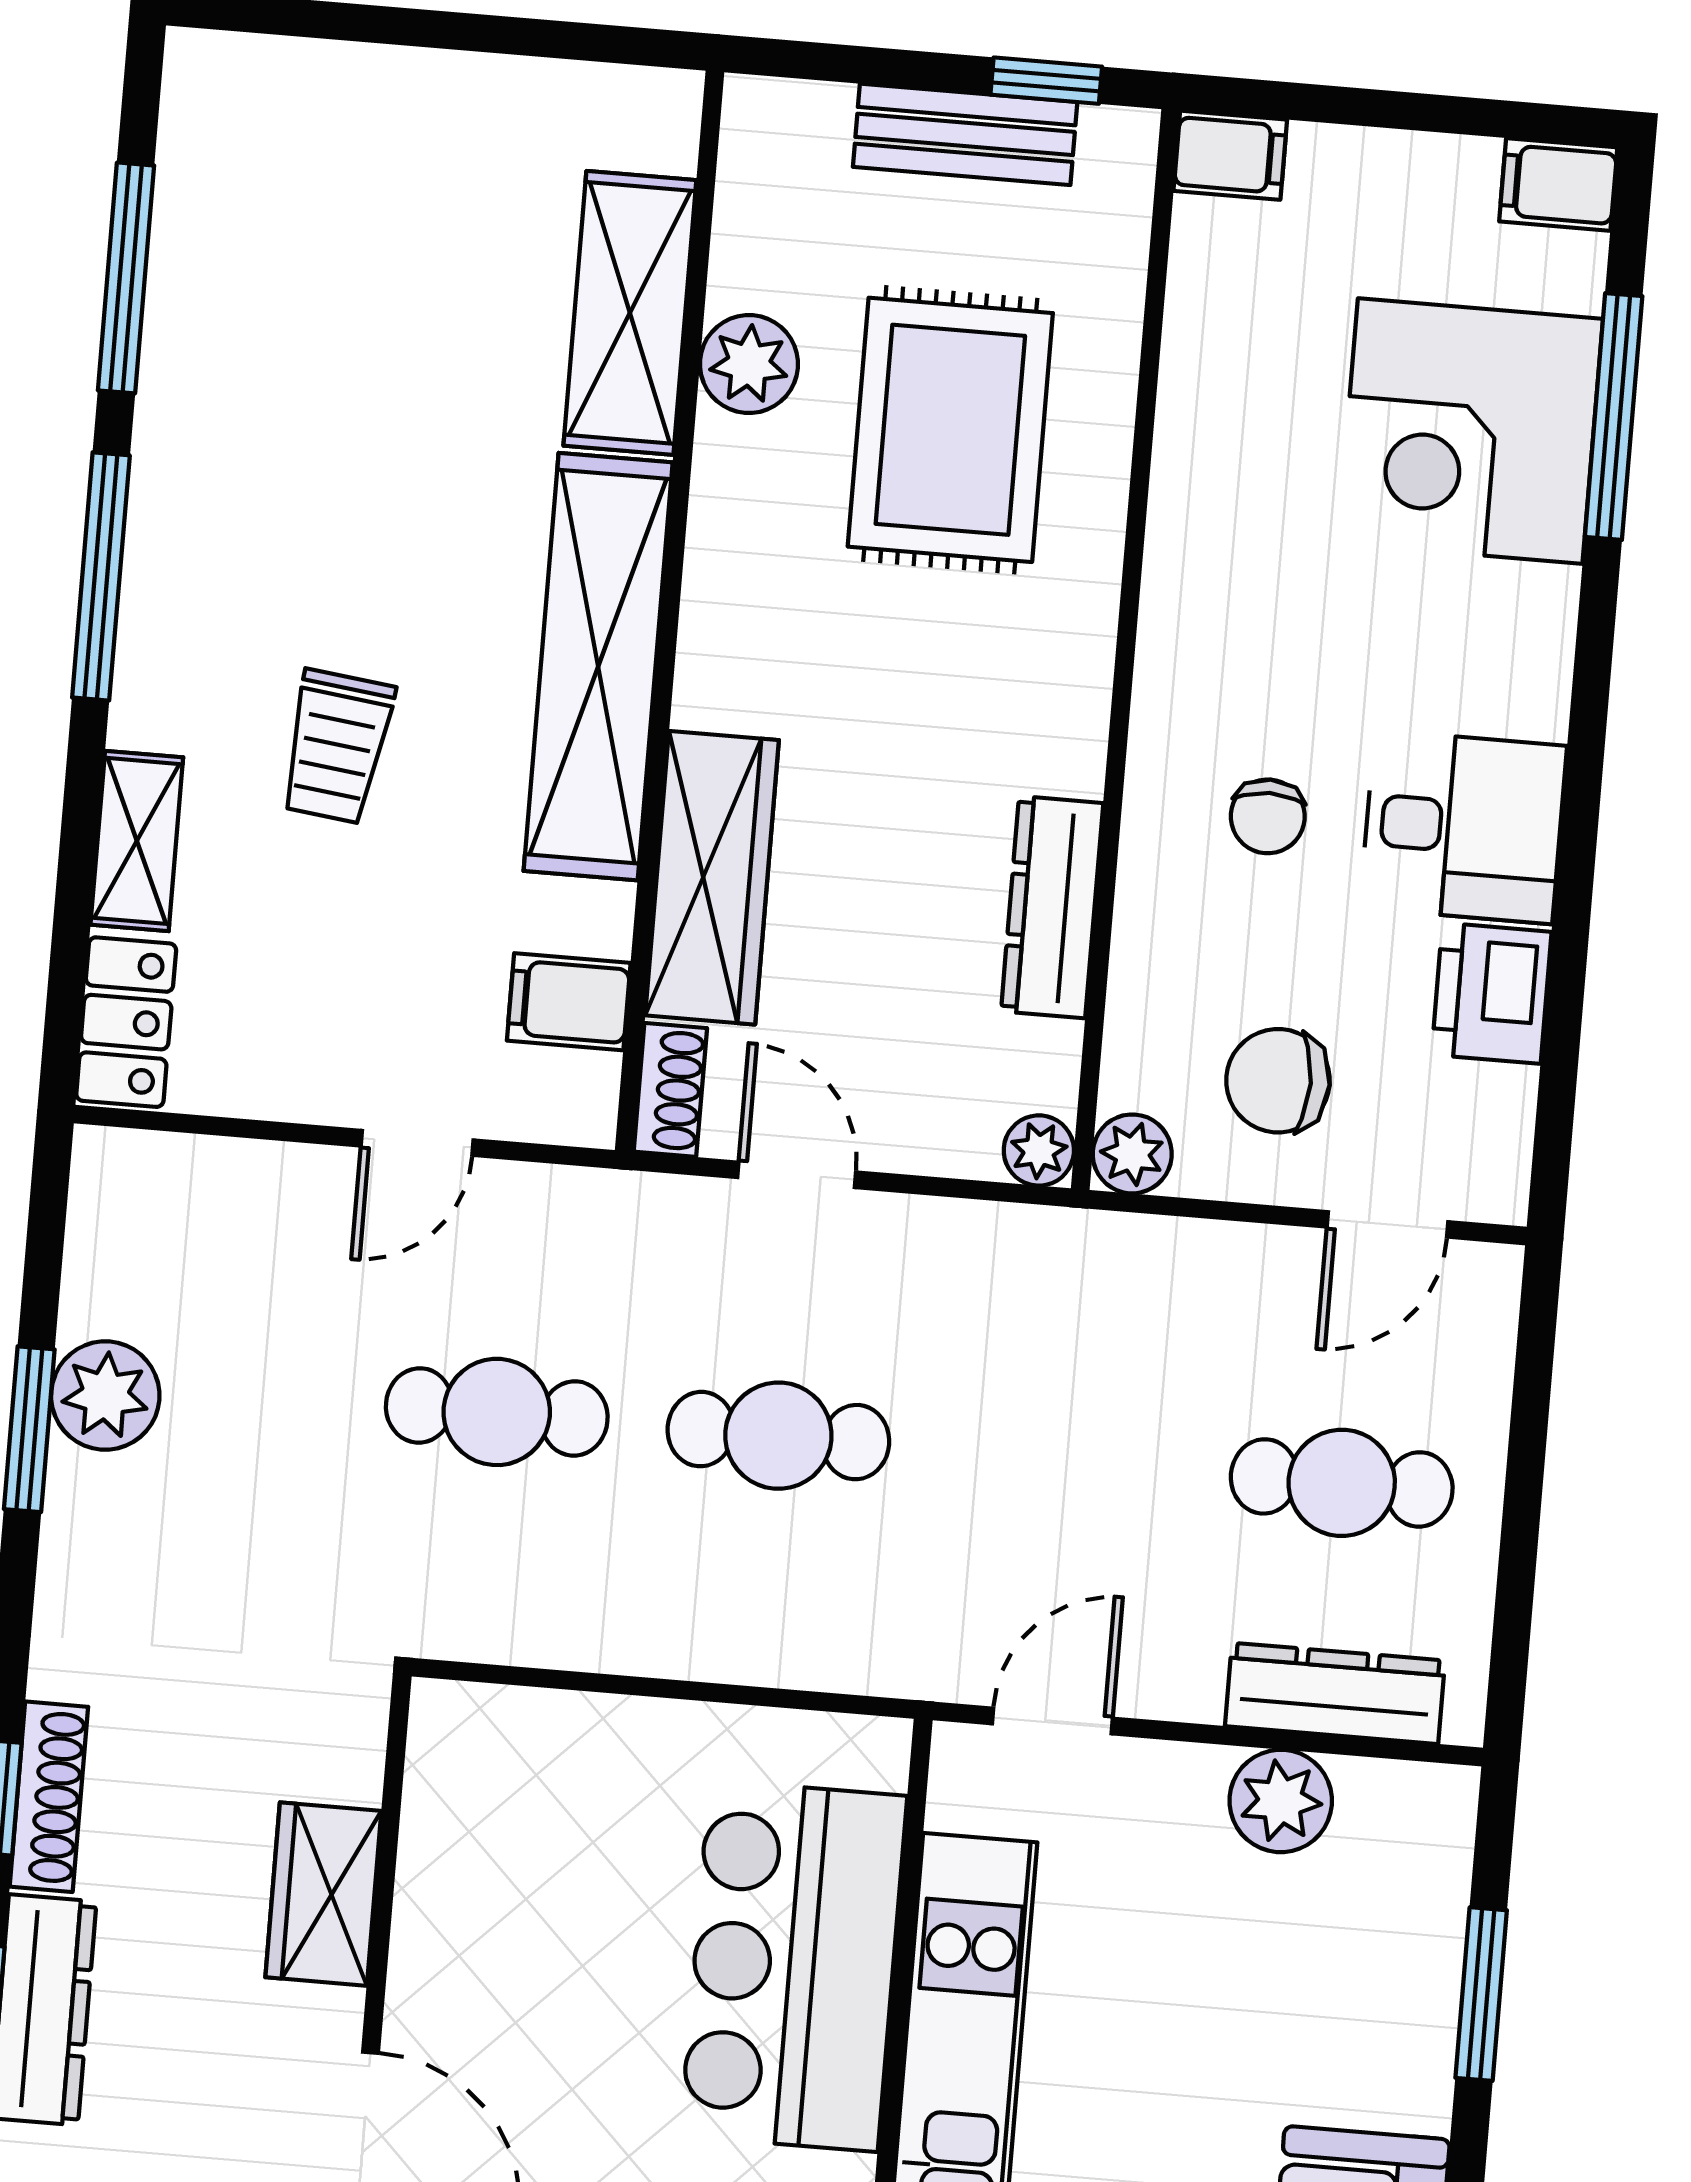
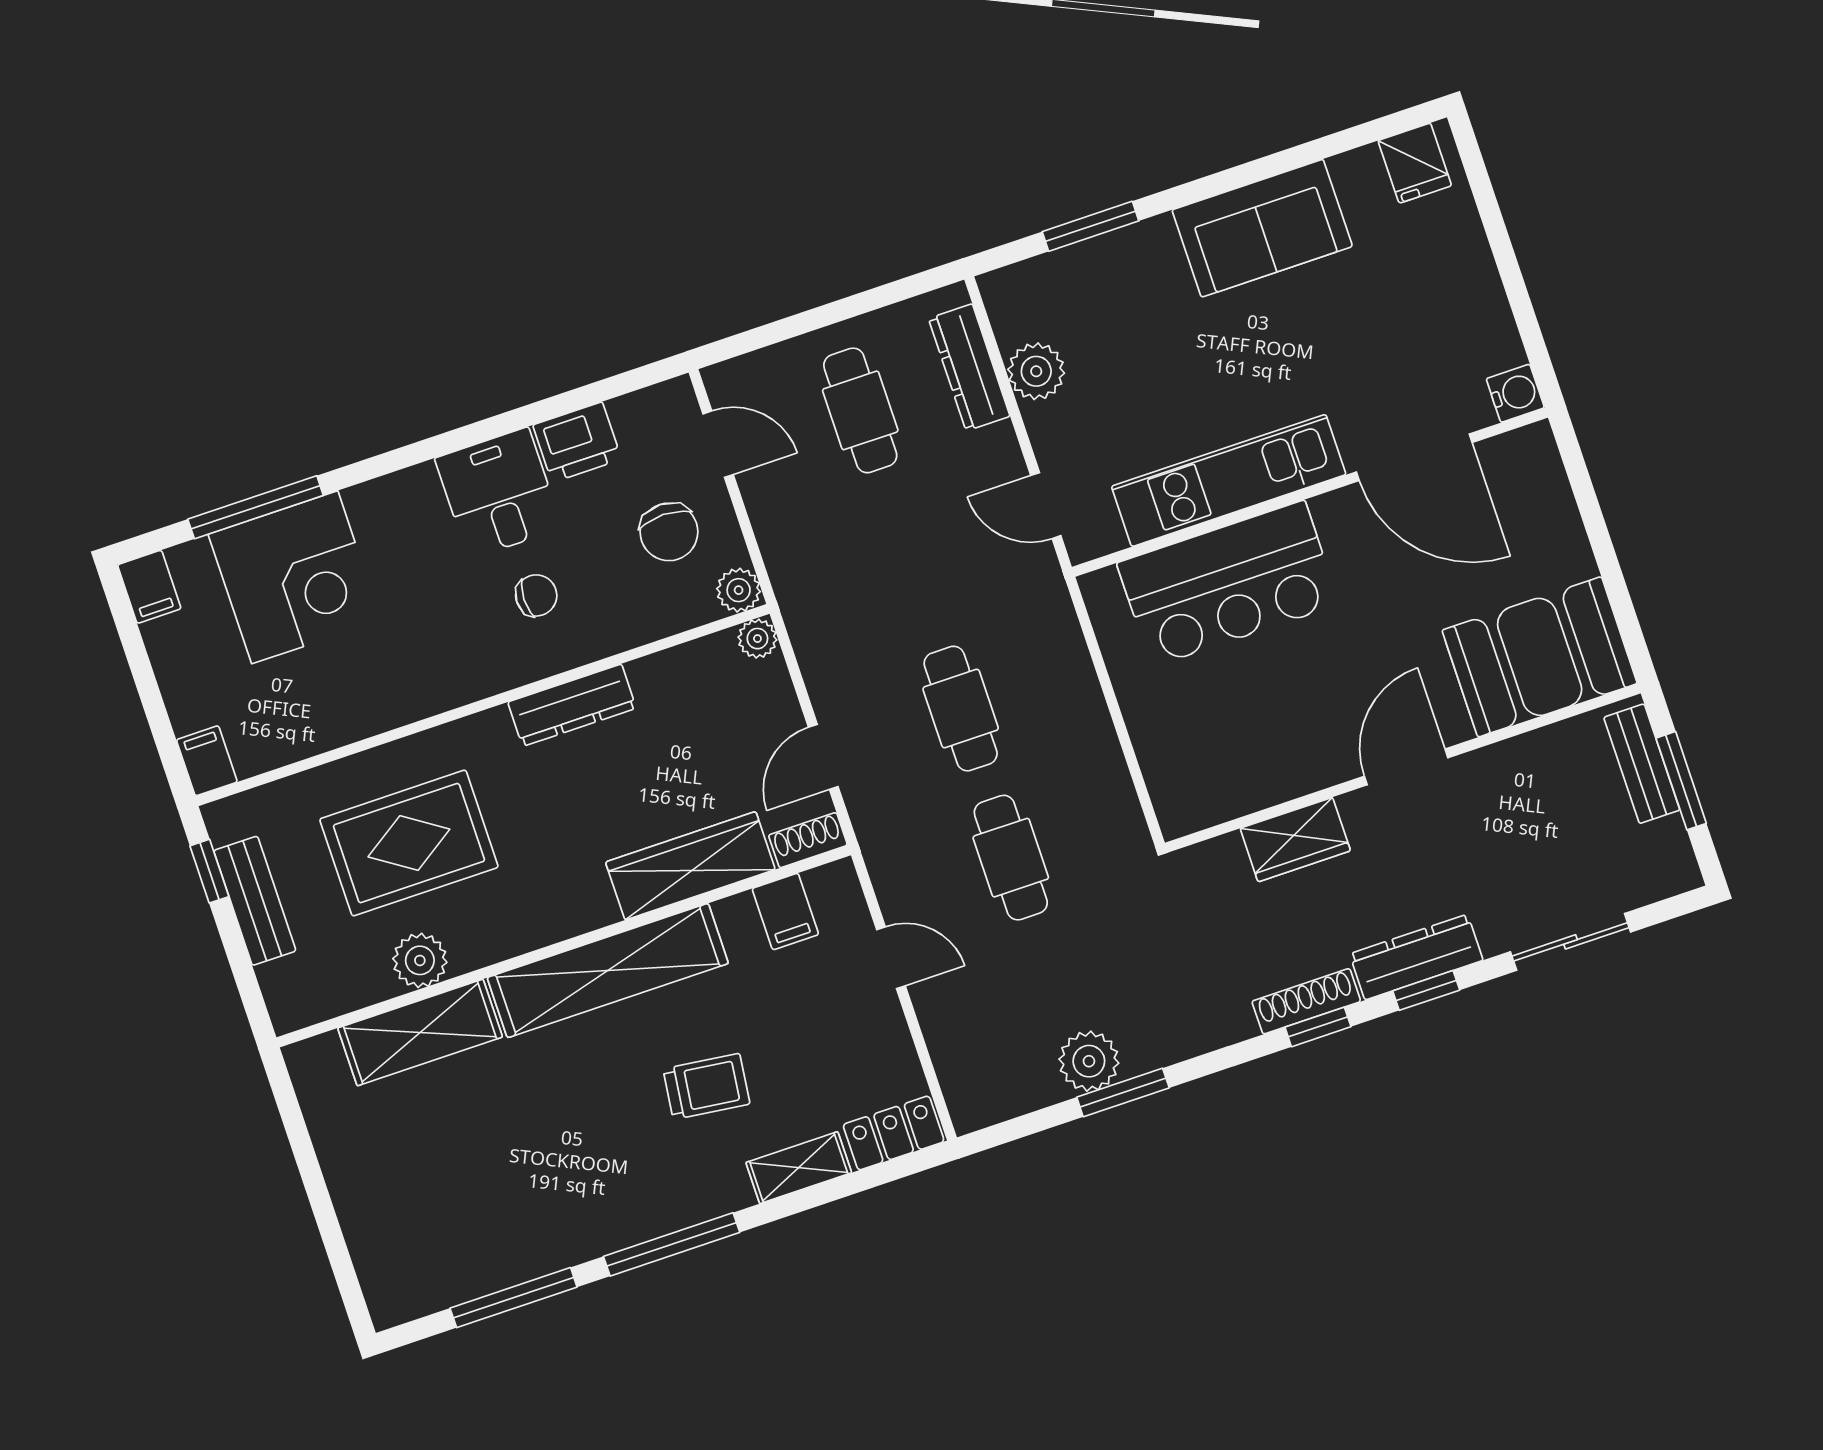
dresser: (1052, 907) -> (572, 705), moved

